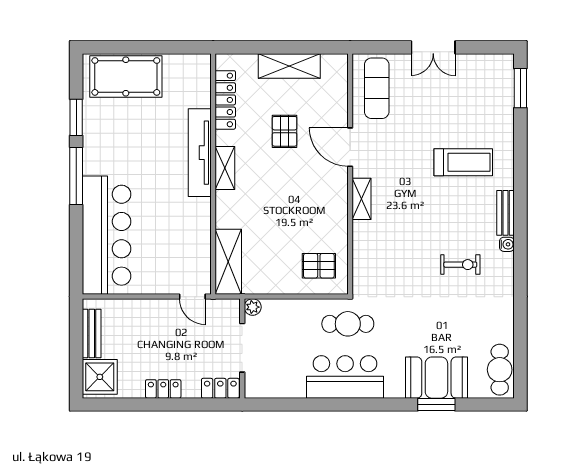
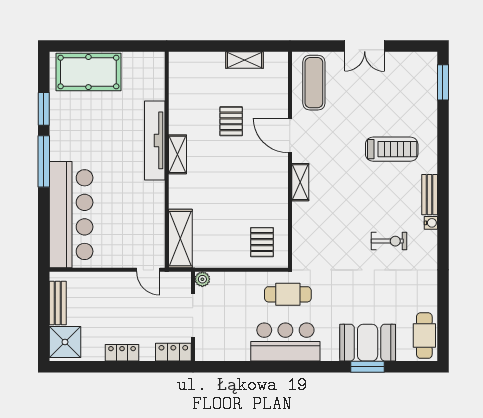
shelving: (289, 66) -> (245, 60), width x0.67, depth x0.75
locker: (225, 100) -> (178, 93), removed
pallet: (319, 266) -> (262, 242), turned 90

